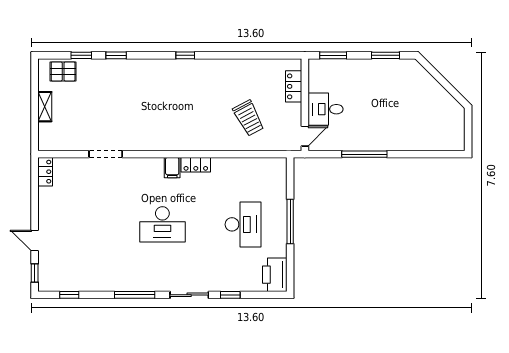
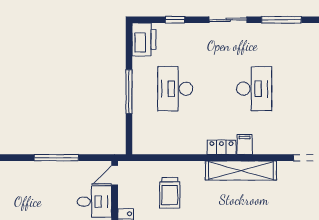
trolley: (249, 118) -> (170, 193), turned -152
shelving: (176, 141) -> (241, 170), added
desk: (162, 224) -> (254, 89), turned 90
window: (230, 295) -> (175, 20), moved

